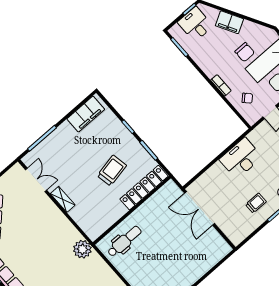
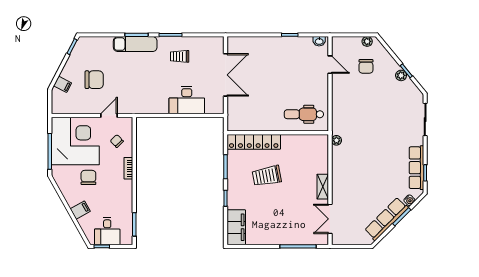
filing cabinet: (229, 22) -> (80, 210), width x0.50
filing cabinet: (86, 114) -> (236, 227), moved, turned 90
desk: (241, 158) -> (187, 100), moved
double door: (200, 208) -> (226, 75), moved
plant: (82, 249) -> (336, 140), width x0.53, depth x0.53

